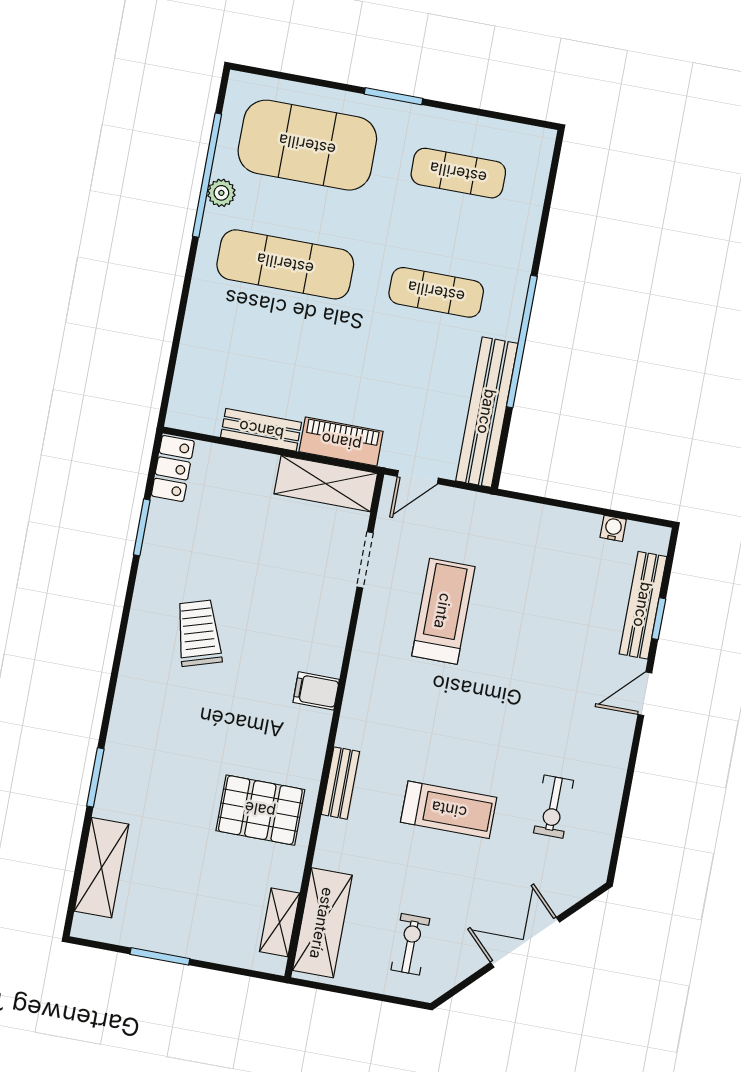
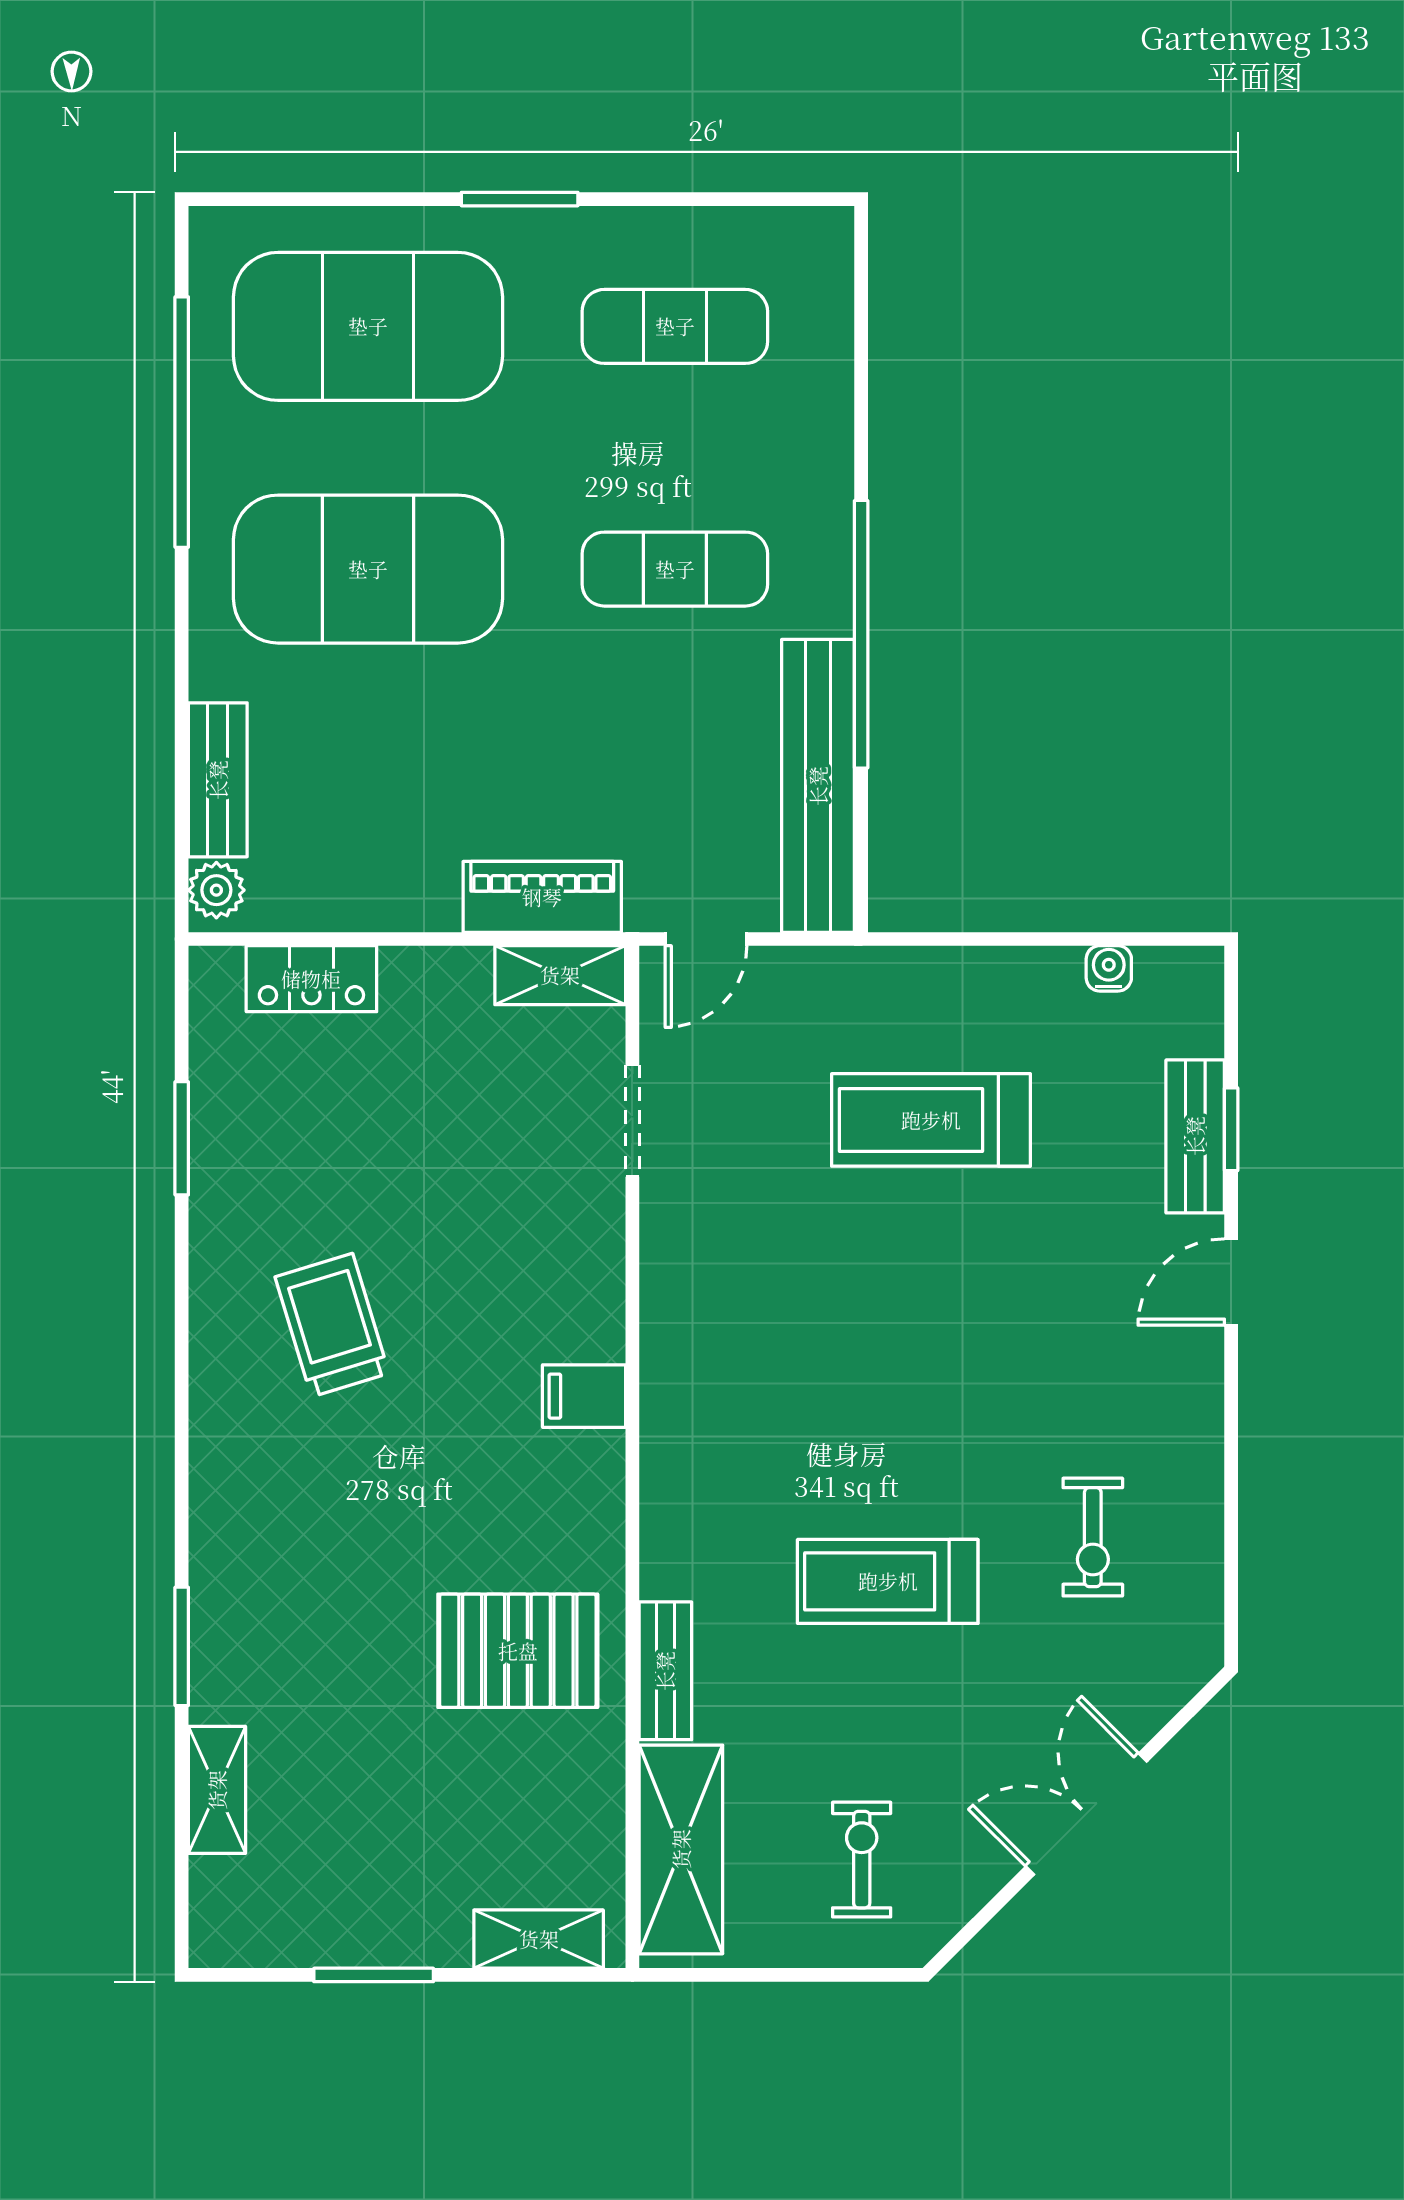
plant: (221, 193) -> (216, 890), moved
exercise mat: (285, 264) -> (368, 569), width x1.47
bench: (261, 430) -> (218, 780), moved, turned 90
locker: (173, 468) -> (311, 979), moved, turned 90
shelving: (326, 484) -> (560, 975), width x0.67, depth x0.75
bench: (643, 605) -> (1195, 1136), width x0.73
treadmill: (443, 611) -> (931, 1120), moved, turned -90
bench: (340, 783) -> (665, 1671), moved
treadmill: (449, 810) -> (888, 1581), turned 180
shelving: (101, 868) -> (217, 1790), width x0.67, depth x0.75
shelving: (280, 922) -> (539, 1939), moved, turned 90

